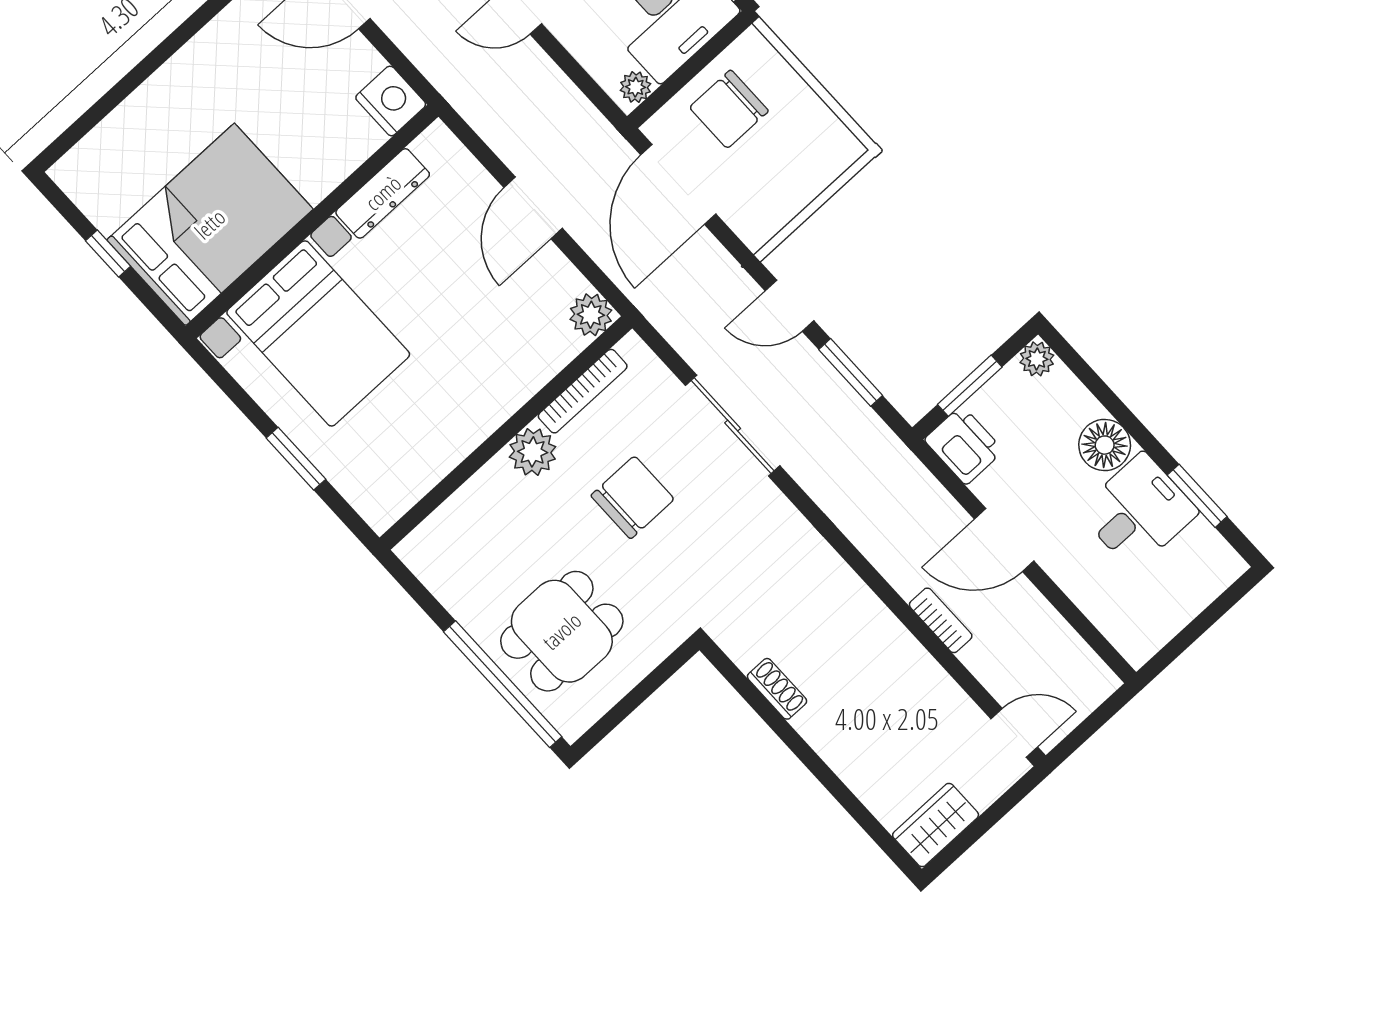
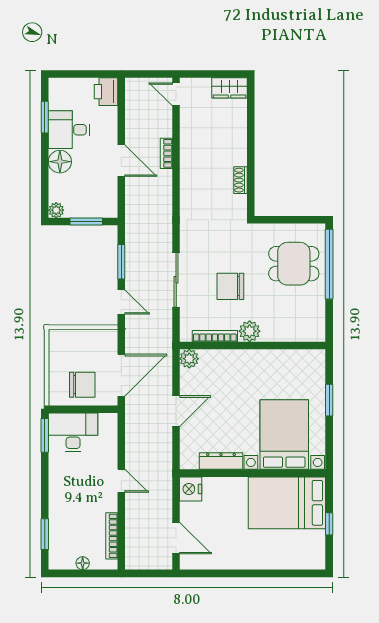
plant: (636, 87) -> (106, 420), removed
printer: (964, 445) -> (106, 92), moved

